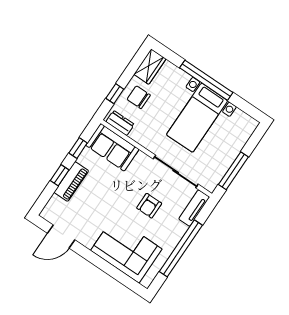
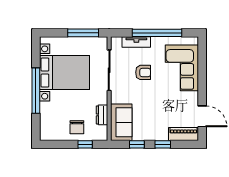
wardrobe: (150, 67) -> (52, 133), removed
bed with nightstands: (197, 118) -> (65, 73), width x1.36
dresser: (120, 123) -> (102, 115), moved
piano: (71, 182) -> (183, 134), moved
tv unit: (194, 208) -> (136, 42), moved

